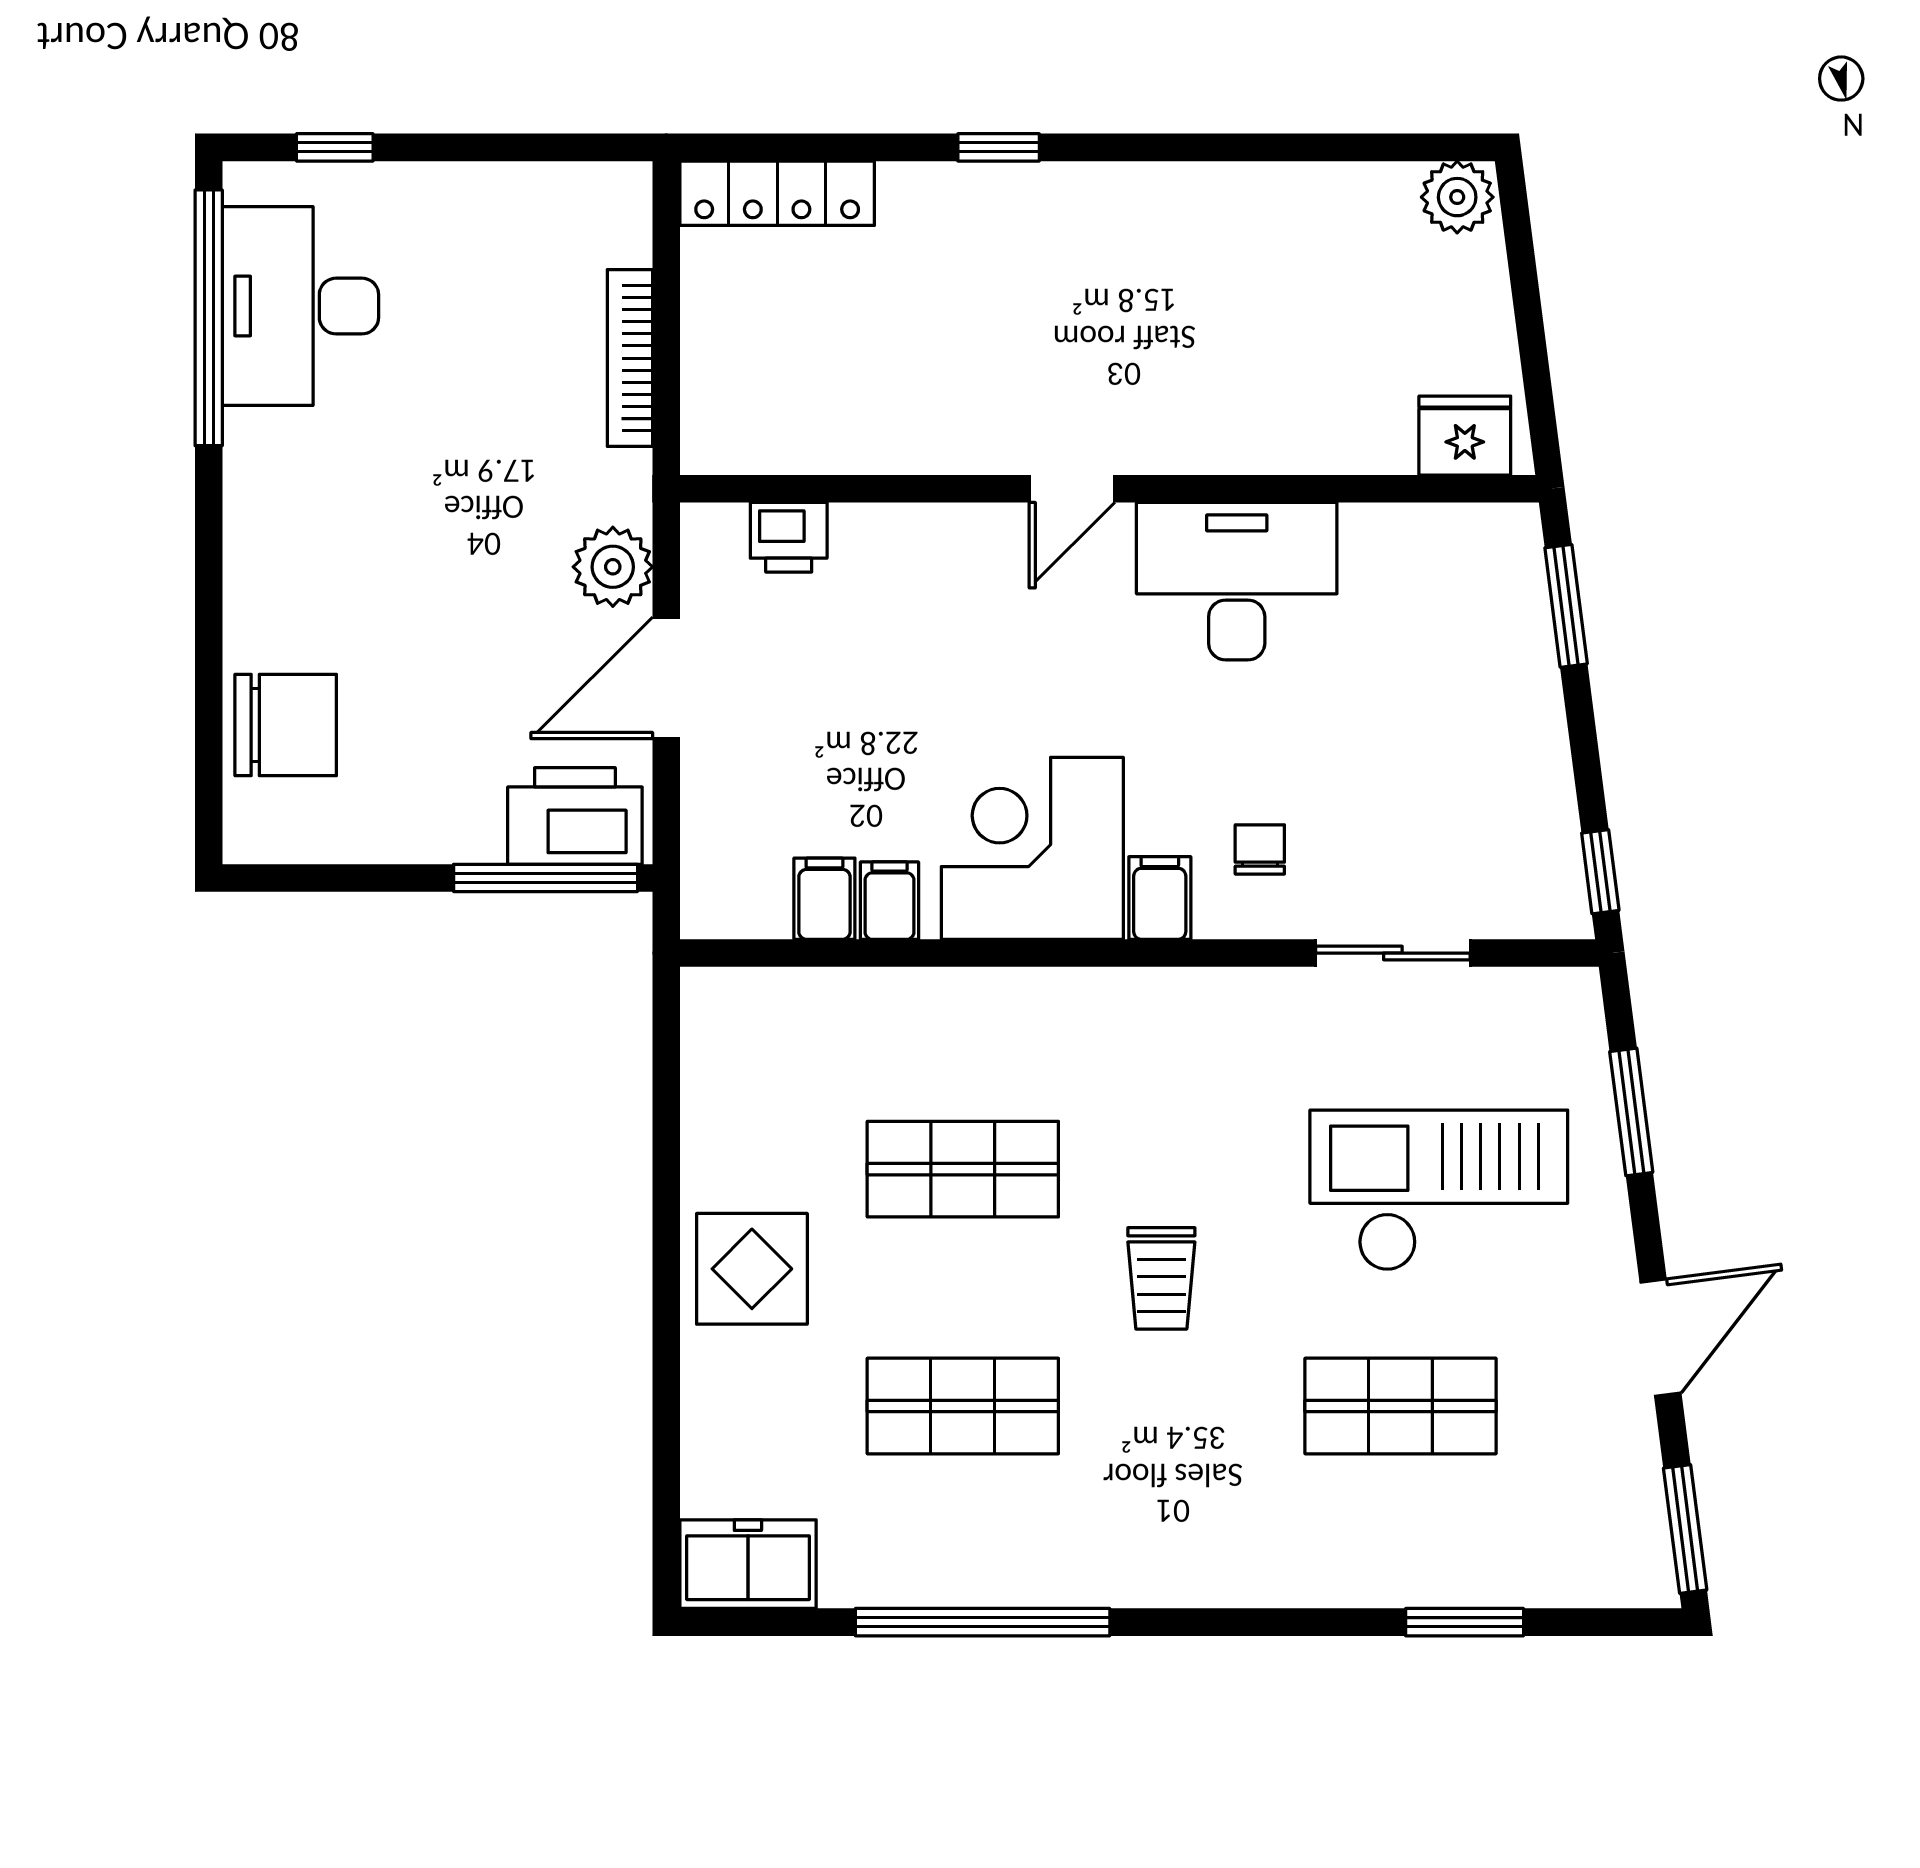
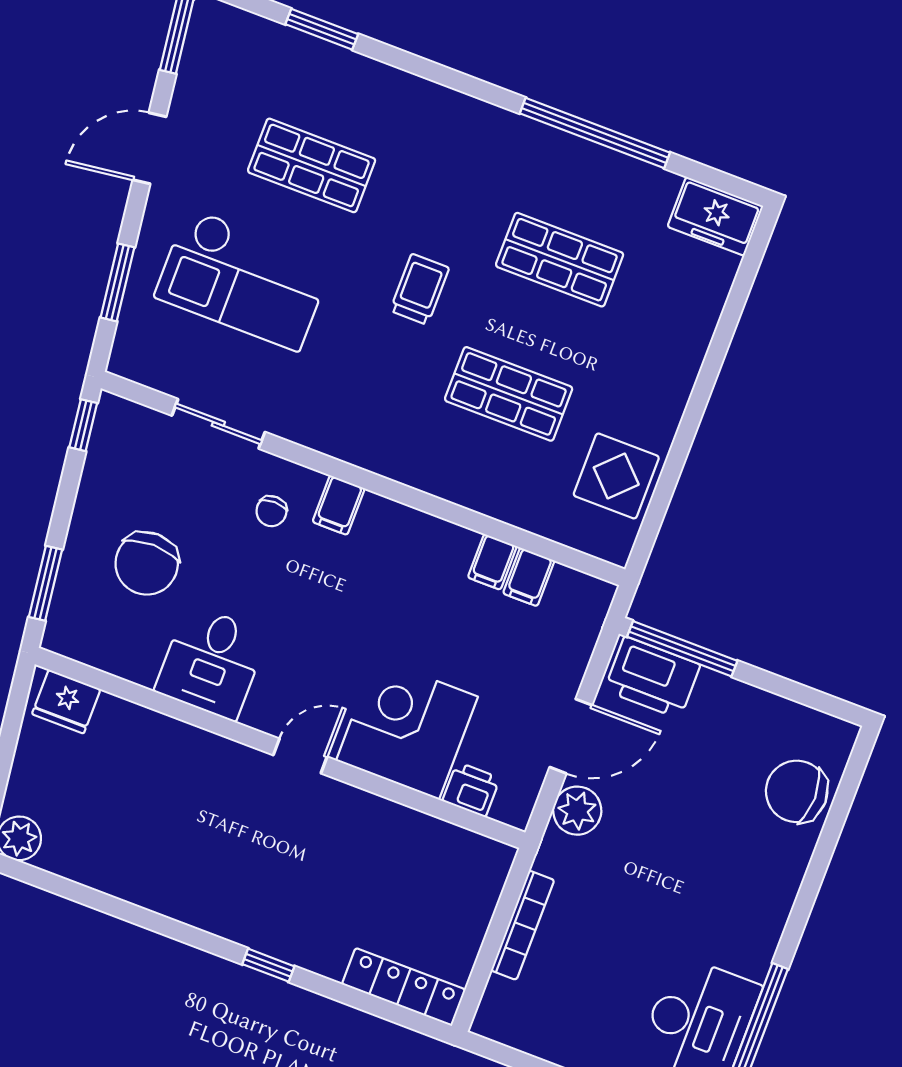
desk: (1237, 581) -> (211, 662), width x0.73
chair: (1422, 696) -> (147, 563), added
corner desk: (1032, 848) -> (407, 729), moved, turned 180
display table: (752, 1269) -> (616, 476), moved

